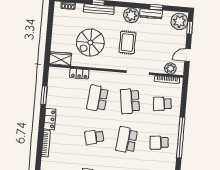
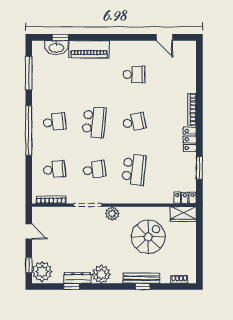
rug: (127, 42) -> (103, 241), removed
door: (188, 55) -> (29, 231), hinge flipped
plant: (170, 68) -> (112, 213), moved
locker: (79, 74) -> (185, 198), moved
school desk: (130, 101) -> (94, 170), width x0.54

